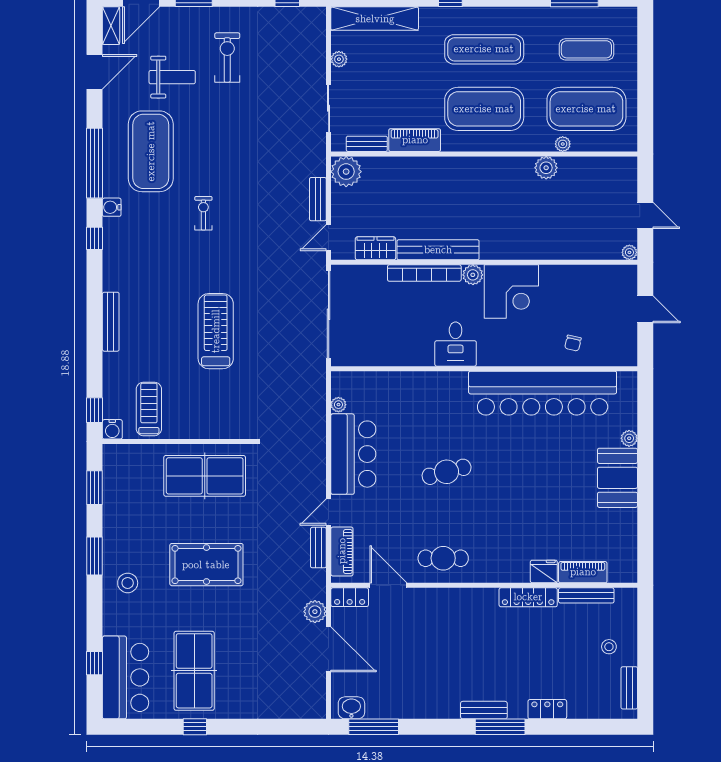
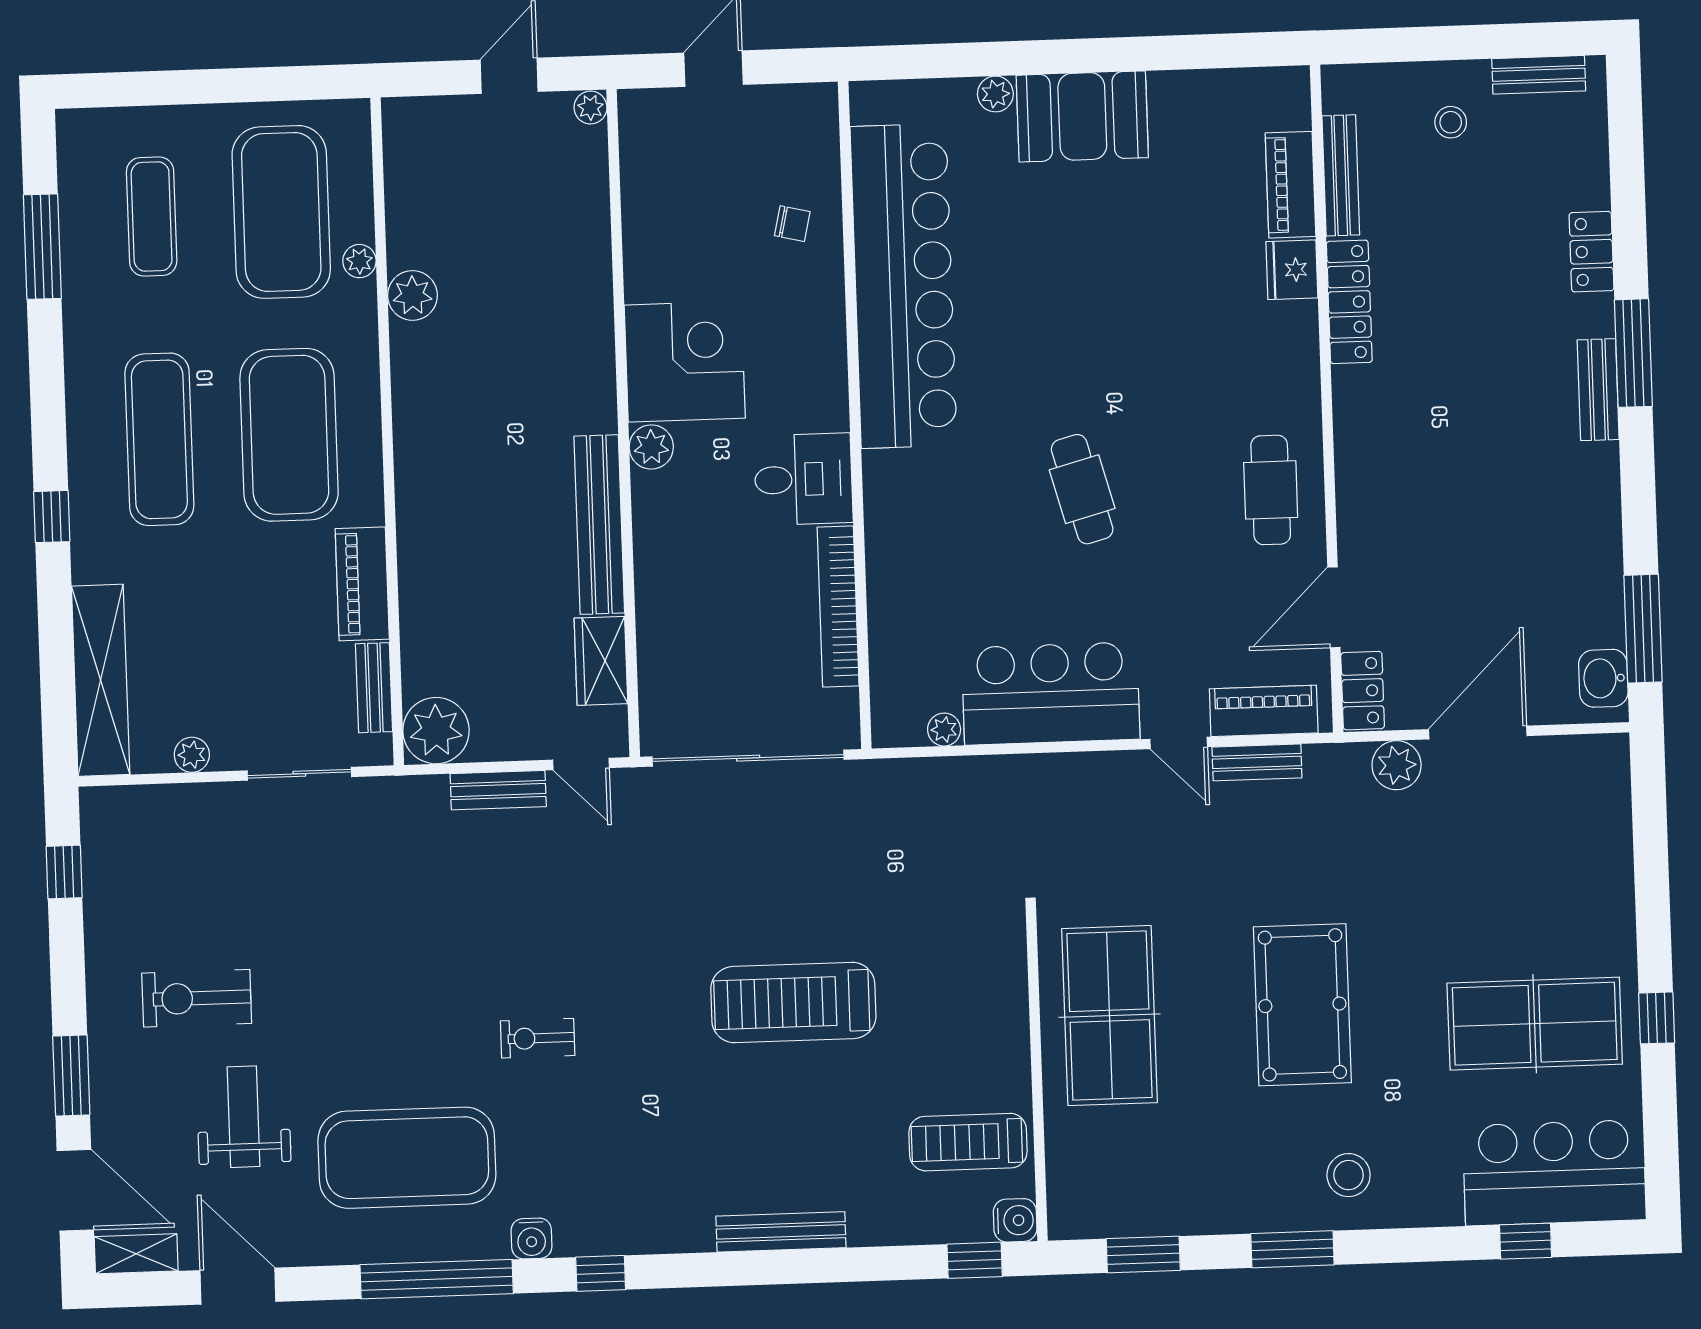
bookcase: (424, 273) -> (838, 606), moved, turned 180

